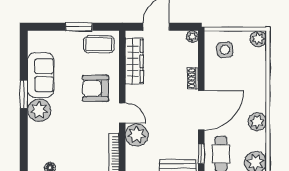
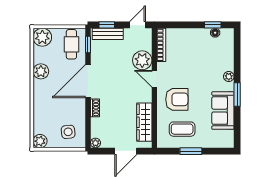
coffee table: (99, 44) -> (182, 129), moved
plant: (39, 110) -> (229, 77), width x0.53, depth x0.53

